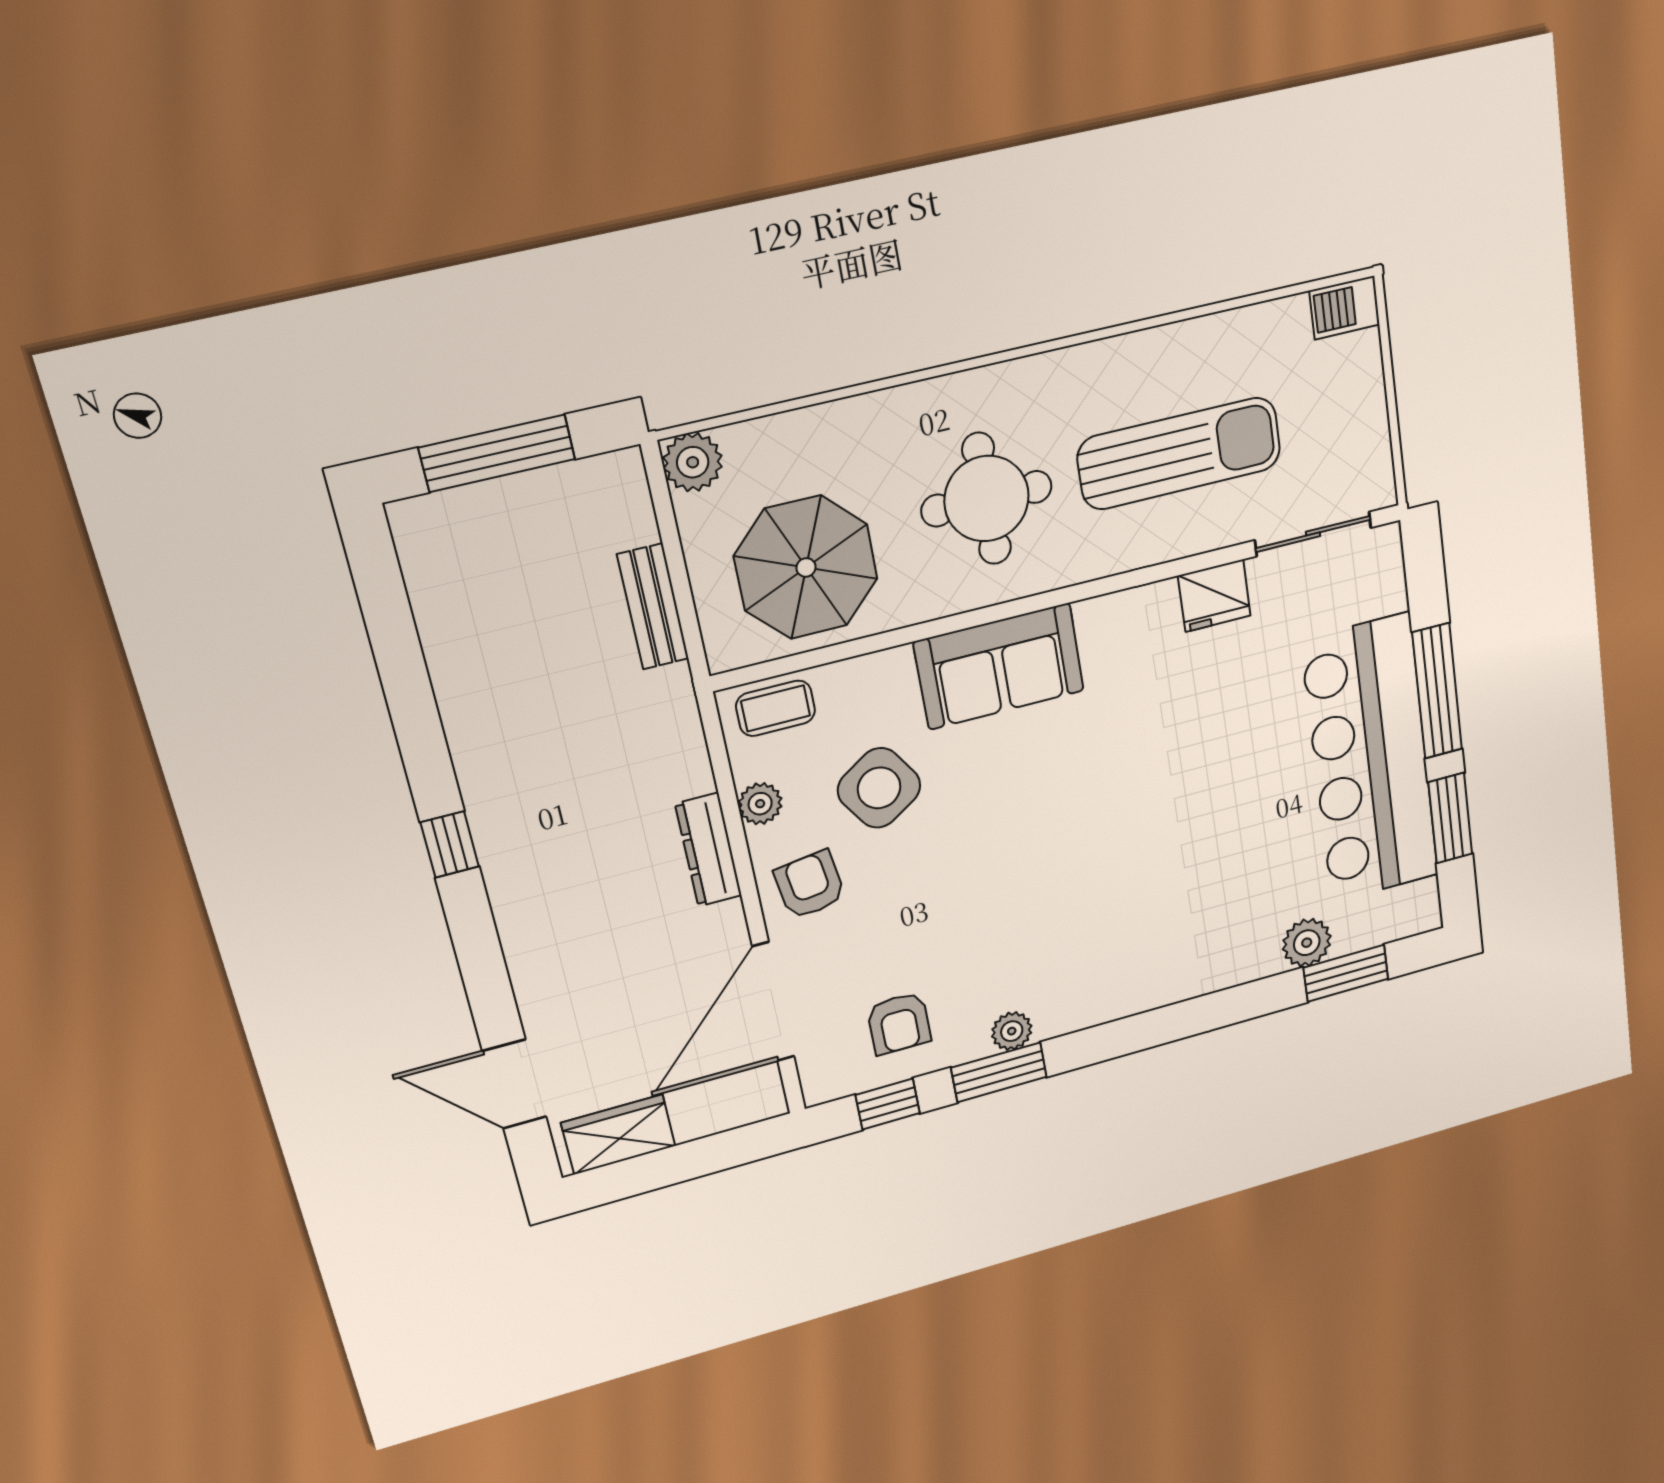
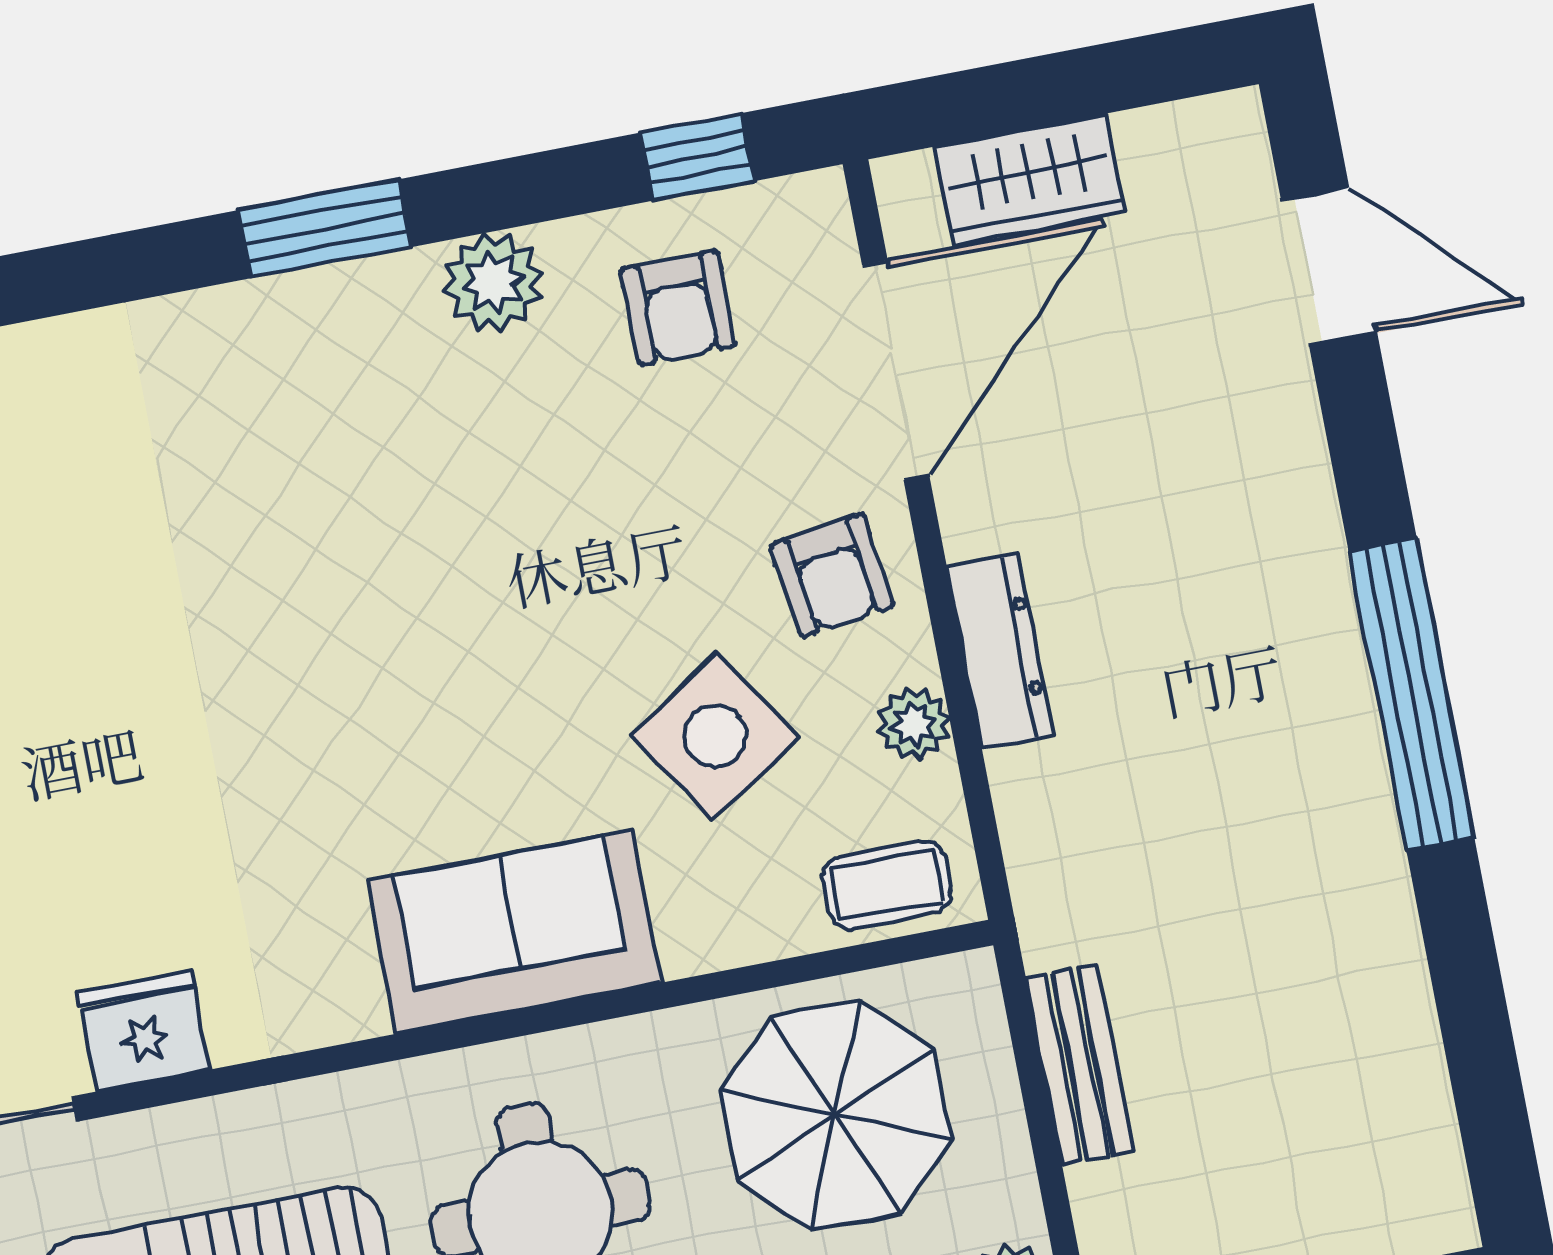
window: (450, 844) -> (1412, 695), width x3.17
armchair: (899, 1023) -> (678, 308), turned 180
plant: (1012, 1031) -> (493, 282), width x1.38, depth x1.38
window: (999, 1072) -> (325, 229), moved
wardrobe: (618, 1134) -> (1029, 180), moved

